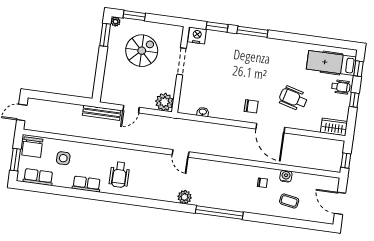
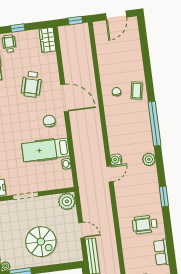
spiral stairs: (142, 51) -> (41, 242), moved, turned 180
hospital bed: (223, 95) -> (46, 150), added
door: (270, 128) -> (64, 98), hinge flipped
wheelchair: (119, 175) -> (145, 224), turned 180
water cooler: (286, 176) -> (116, 160), moved
coffee table: (289, 201) -> (137, 91), moved
window: (143, 202) -> (164, 197), added

